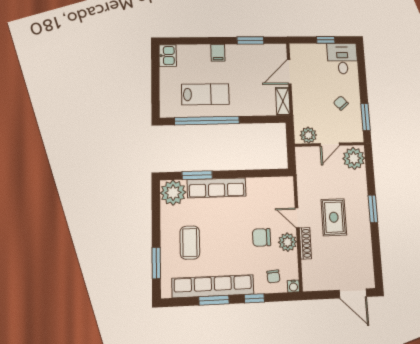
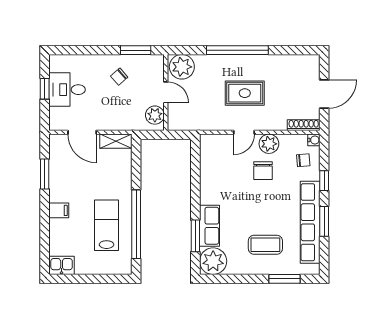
desk: (342, 58) -> (67, 90), moved
row of seats: (217, 188) -> (209, 226), width x0.68
window: (373, 209) -> (237, 50), width x2.11
shoe rack: (305, 243) -> (304, 125), moved
door: (353, 293) -> (324, 94), moved

